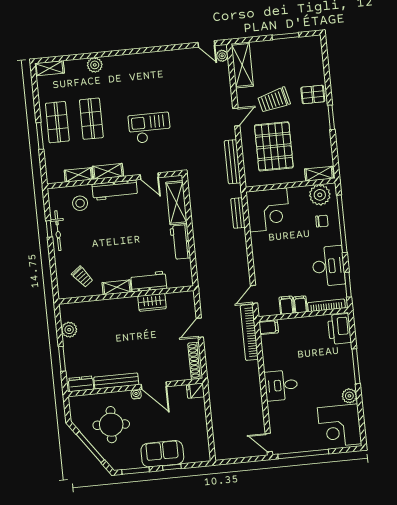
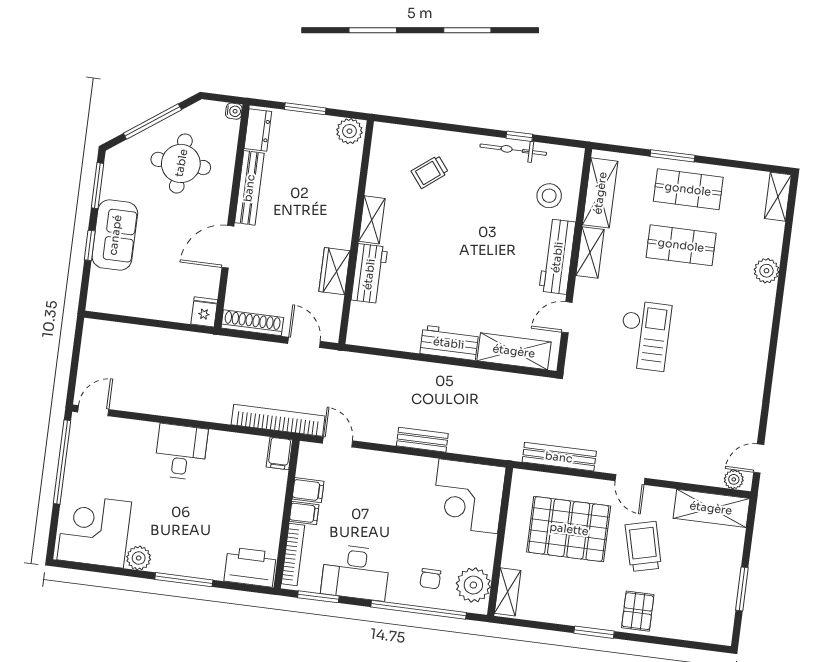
shelving: (78, 175) -> (600, 193), width x1.50, depth x1.33
bench: (238, 213) -> (422, 440), moved
workbench: (149, 281) -> (369, 274), moved
shelving: (117, 287) -> (372, 220), moved
wall: (126, 295) -> (356, 232), moved
wardrobe: (152, 302) -> (335, 271), moved
water cooler: (136, 394) -> (234, 111), moved

